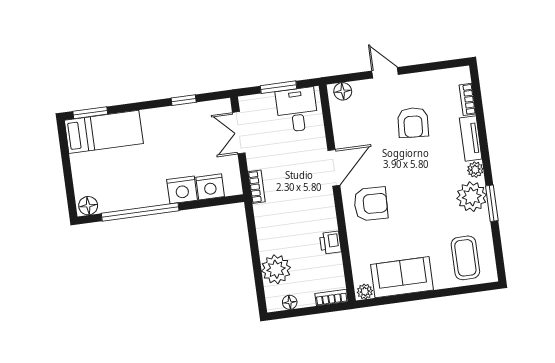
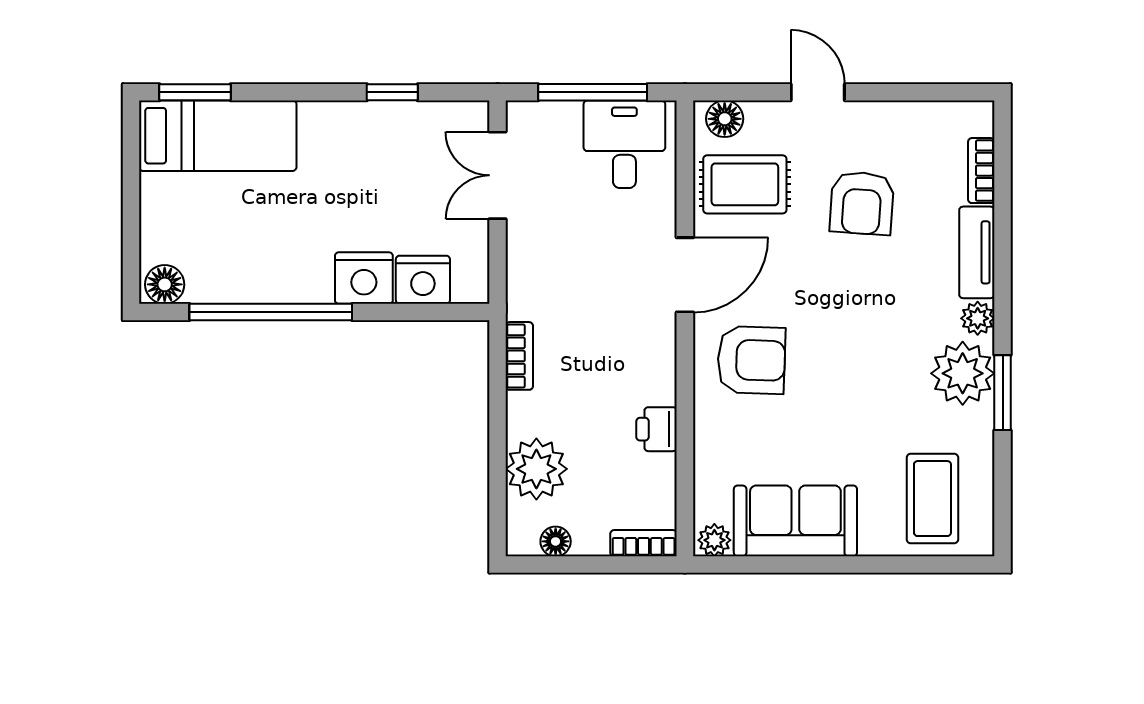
window: (278, 87) -> (593, 92), width x1.44
rug: (356, 121) -> (745, 184), added
bookcase: (257, 187) -> (519, 356), moved

